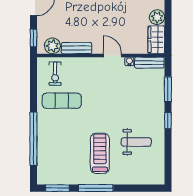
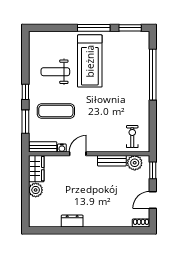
door: (113, 55) -> (78, 154), swing flipped
exercise mat: (62, 101) -> (56, 111), moved
treadmill: (100, 153) -> (90, 61), width x1.37, depth x1.38

